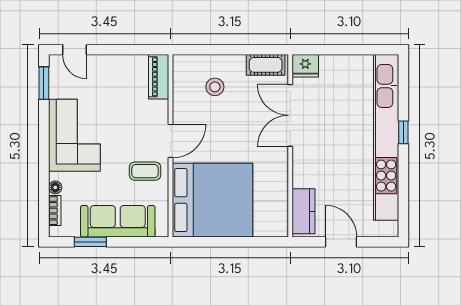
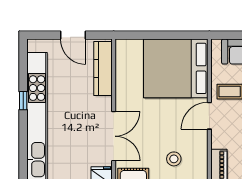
window: (403, 132) -> (23, 101), moved
kitchen counter: (304, 211) -> (103, 69), width x1.50

